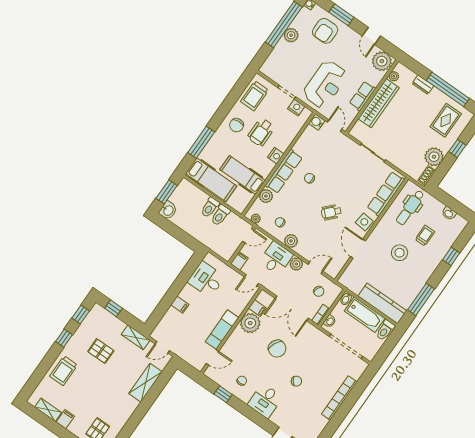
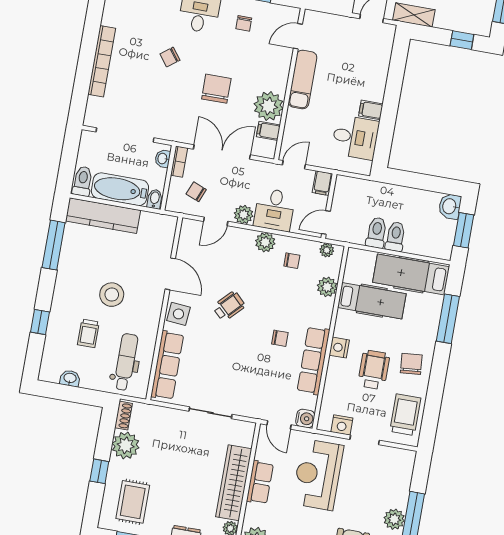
row of seats: (284, 171) -> (313, 361), moved
filing cabinet: (180, 305) -> (371, 110), moved
chair: (277, 349) -> (216, 89), turned 65

